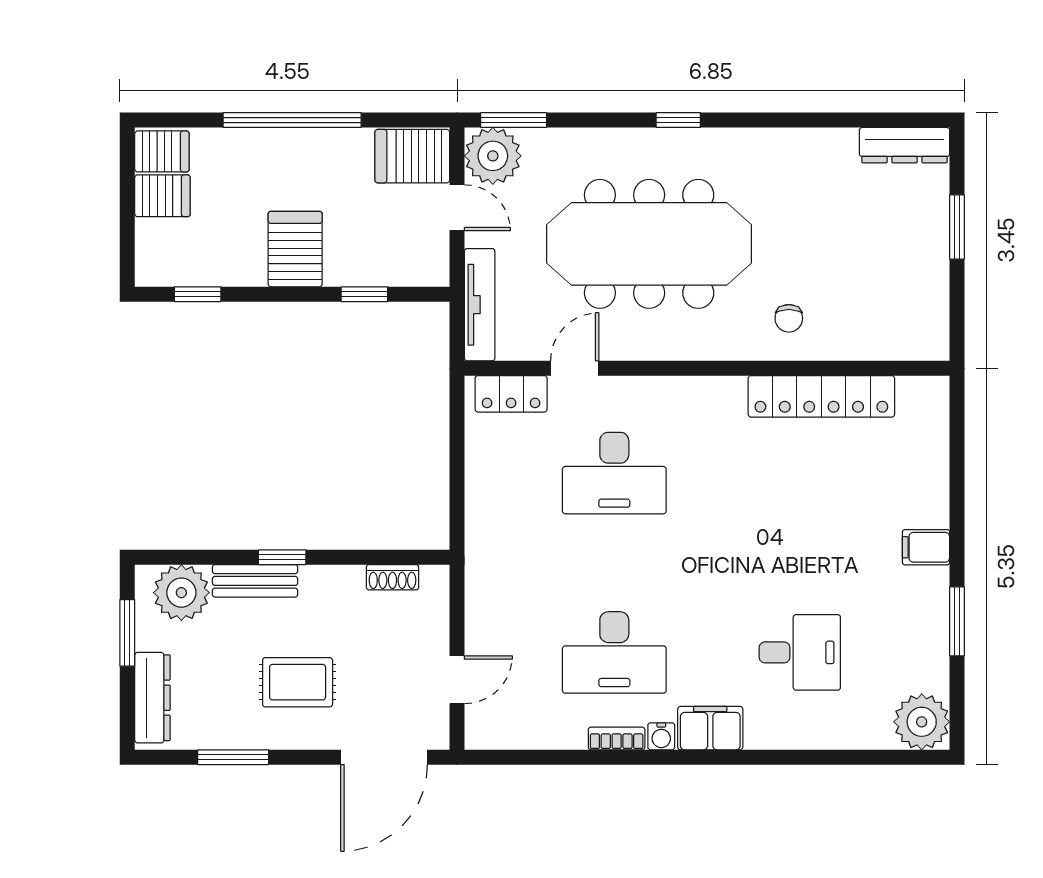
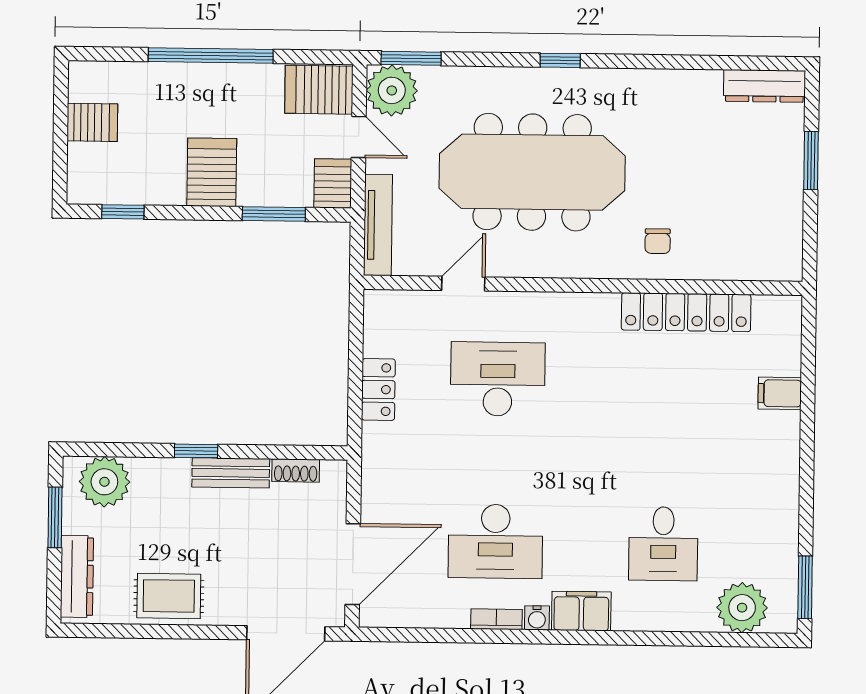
server rack: (162, 151) -> (333, 184), moved, turned -90
window: (364, 294) -> (274, 214), width x1.50
locker: (511, 394) -> (378, 389), moved, turned -90
desk: (614, 473) -> (498, 379), turned 180
filing cabinet: (926, 547) -> (780, 393), moved
bench: (255, 581) -> (231, 473), moved
window: (957, 621) -> (805, 587), moved
desk: (800, 652) -> (663, 544), turned 90
door: (457, 680) -> (353, 564), width x1.87
rug: (298, 682) -> (169, 596), moved
plant: (922, 722) -> (742, 608), moved
window: (233, 757) -> (149, 631), removed

